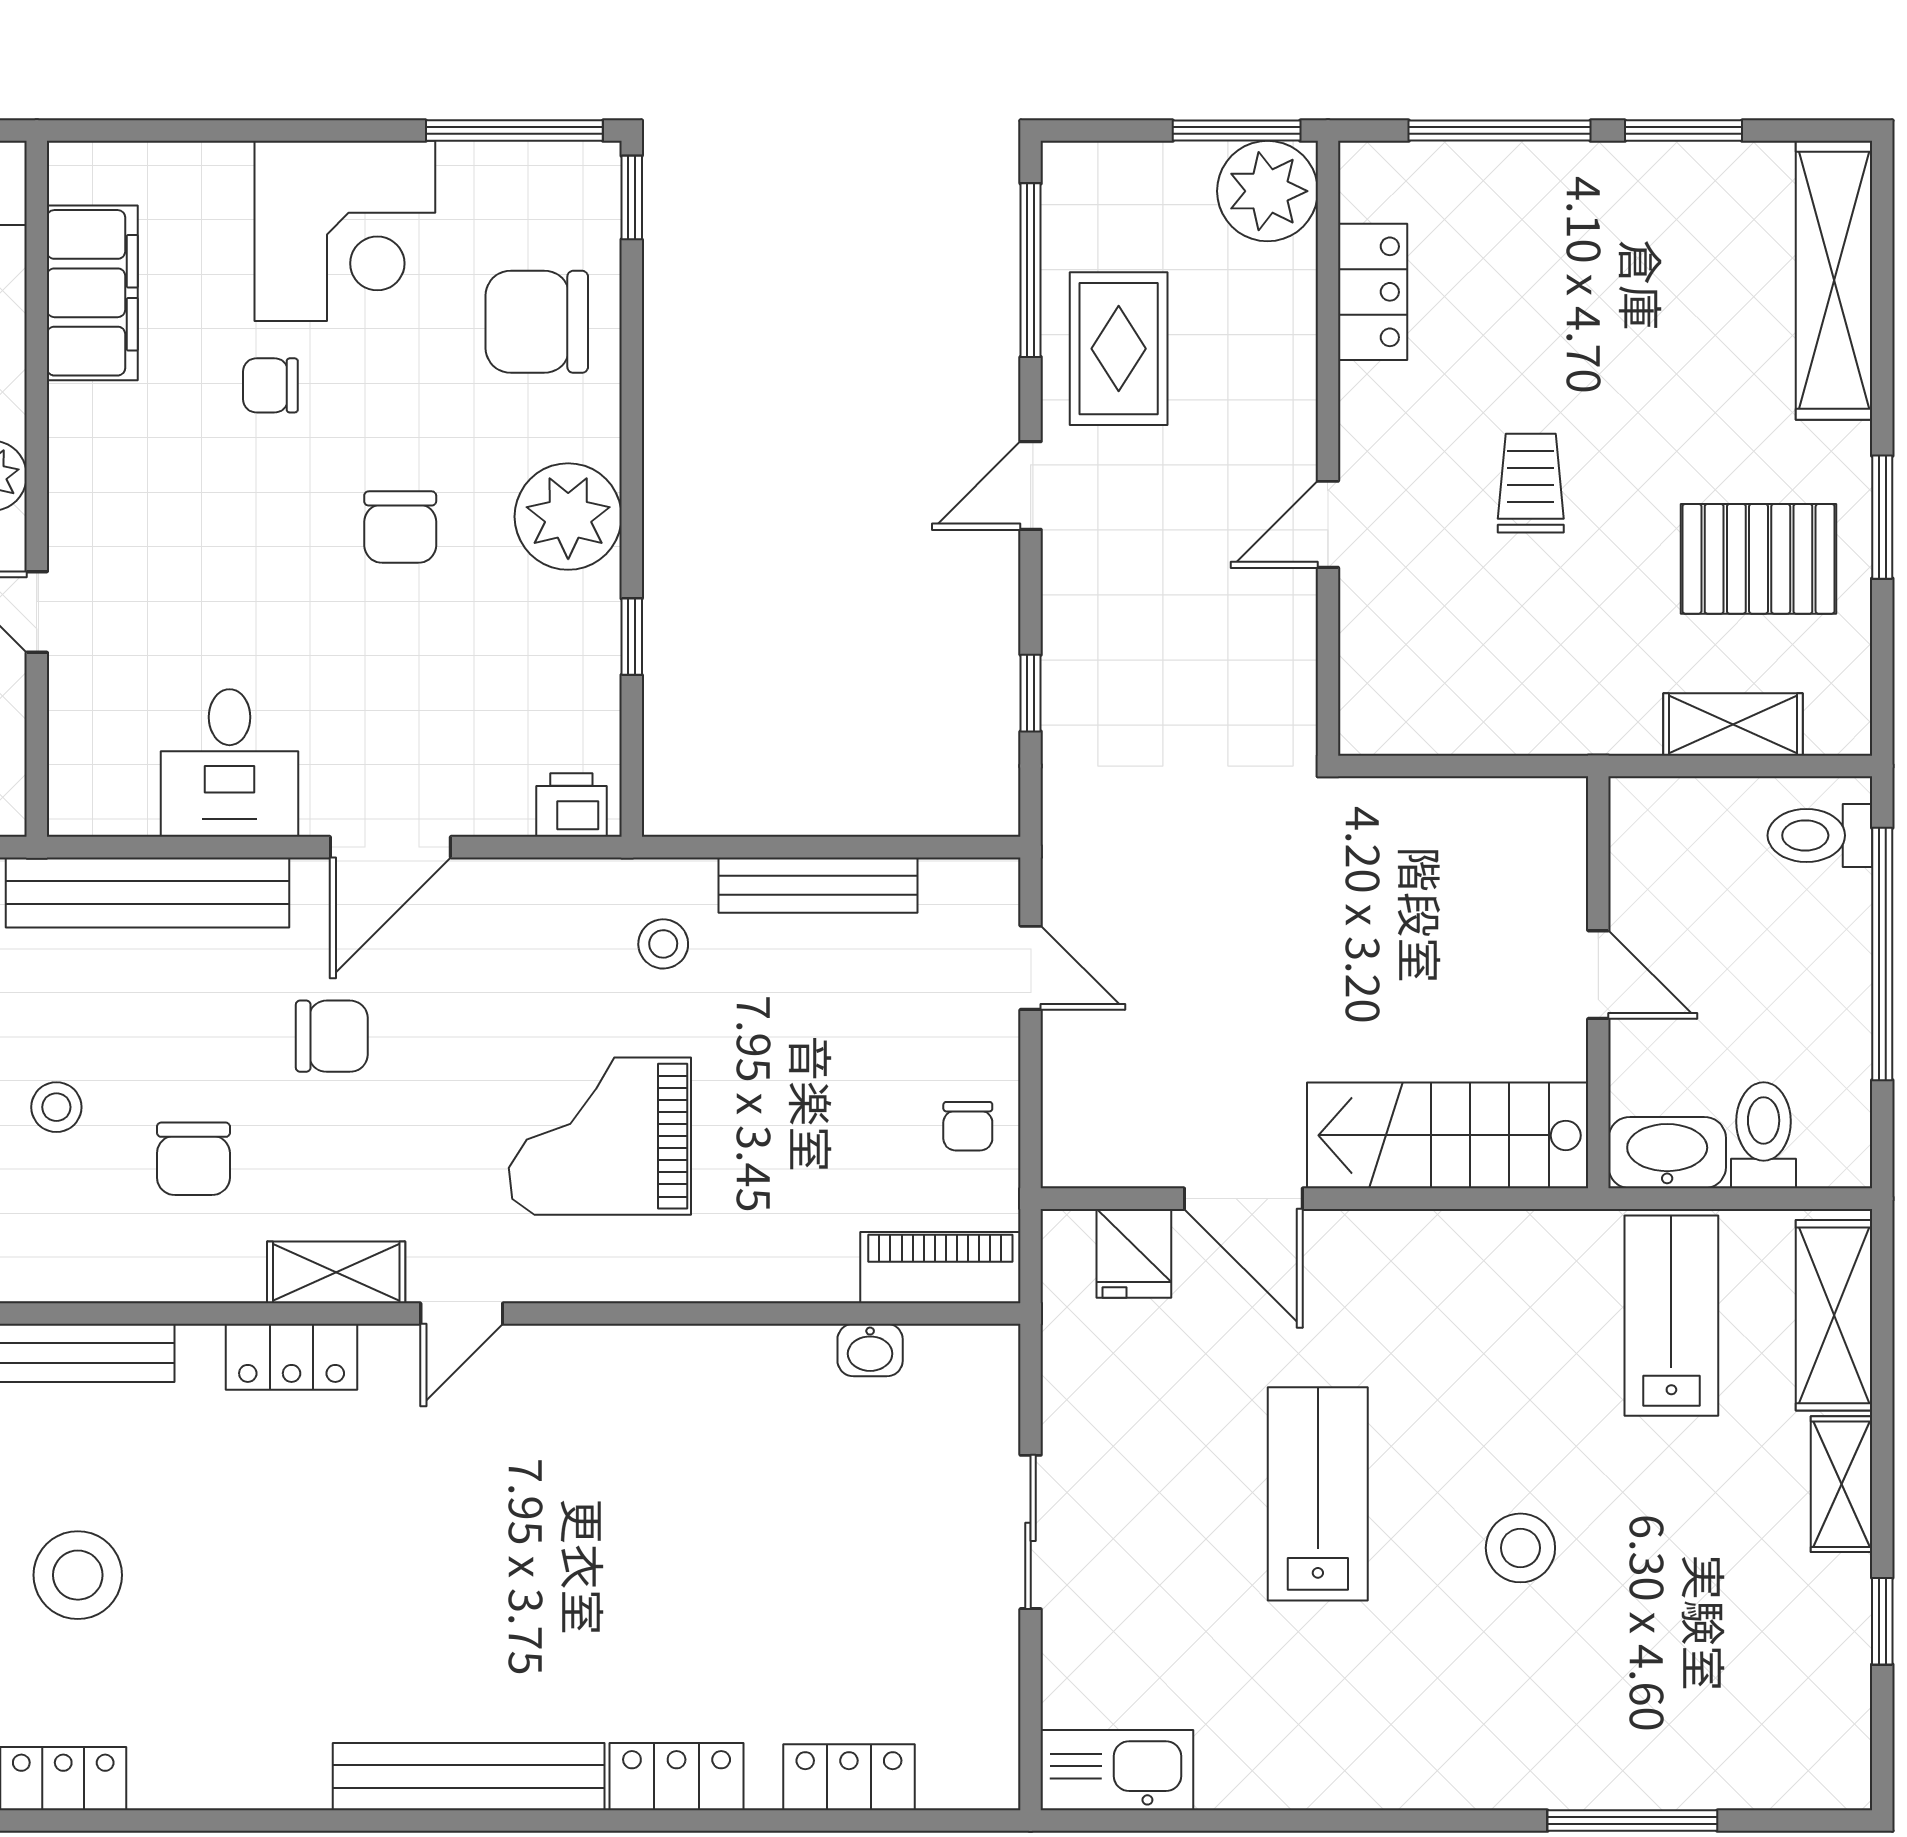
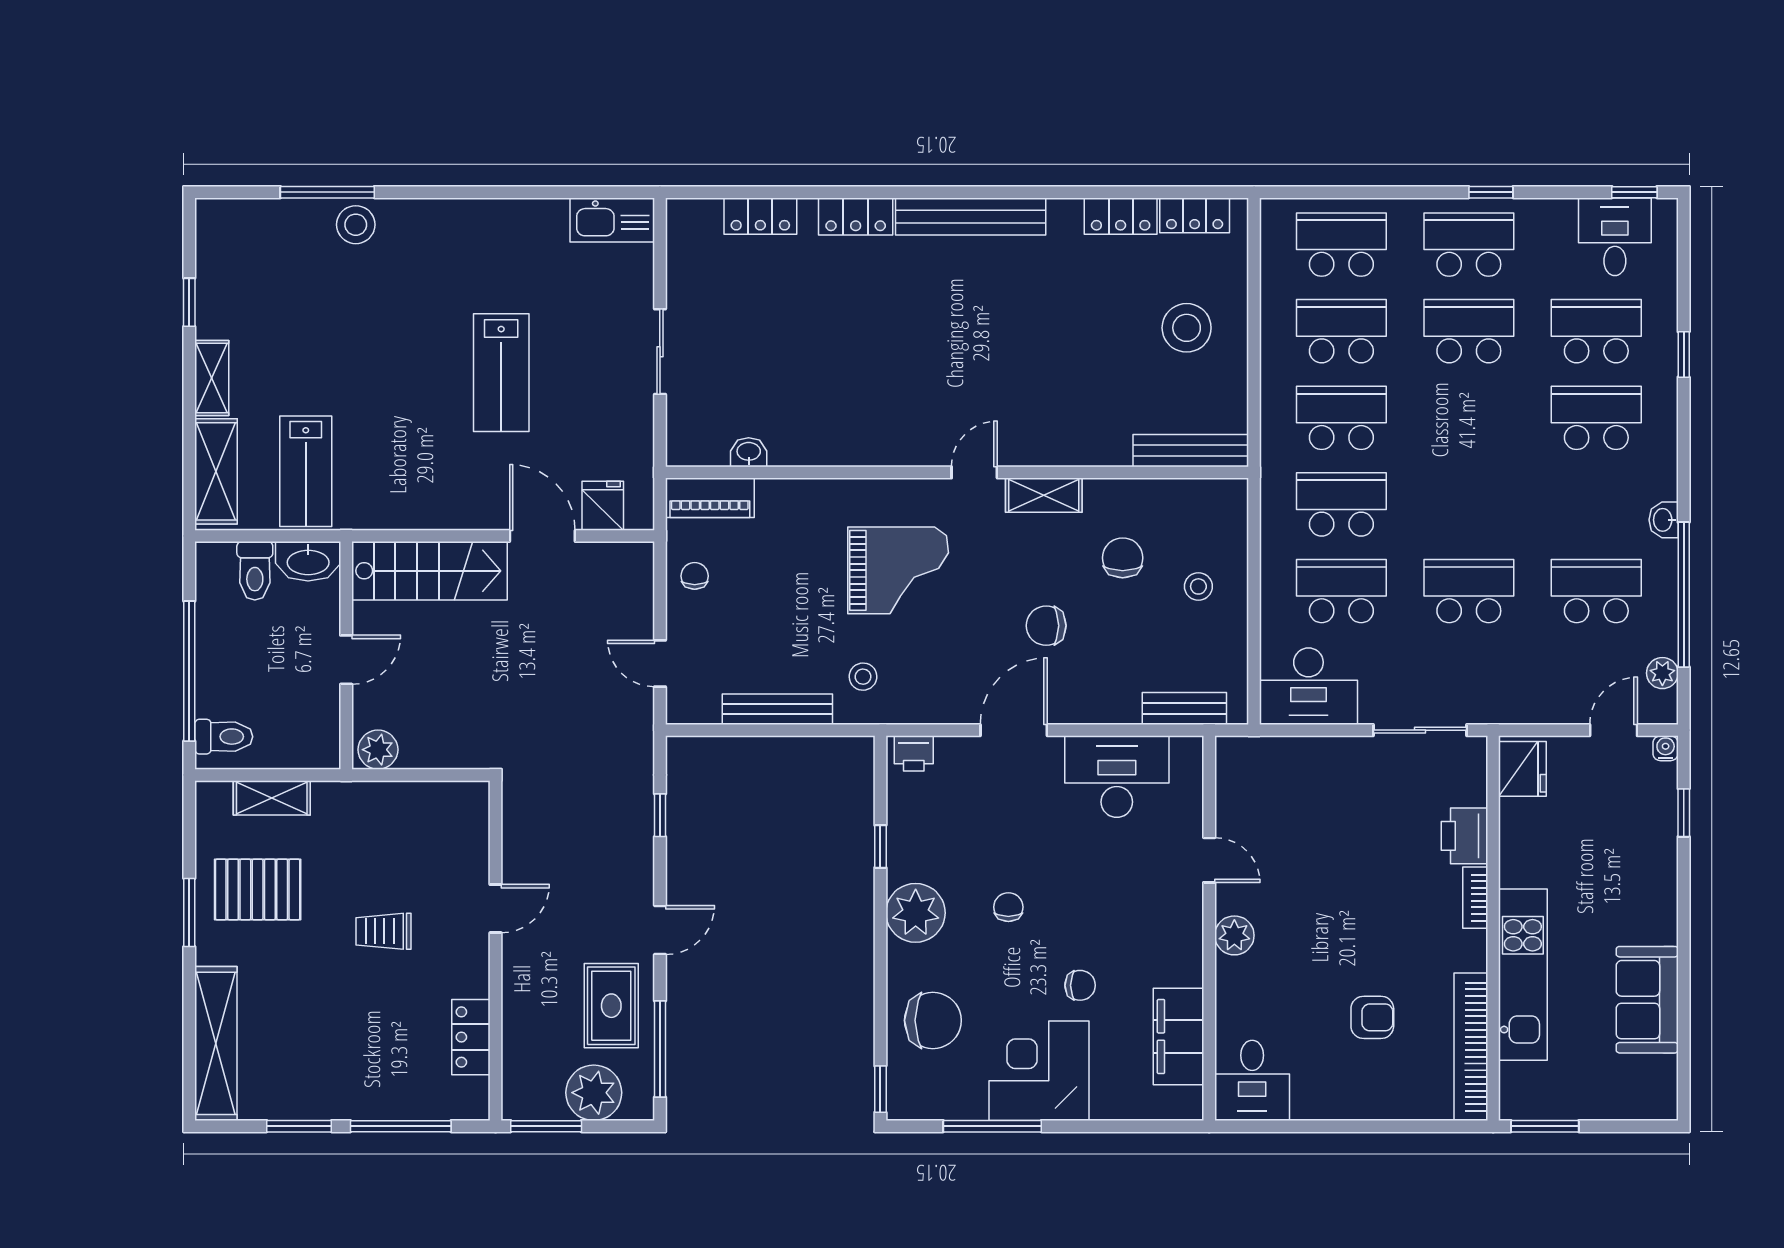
window: (514, 131) -> (992, 1126), moved
plant: (1267, 191) -> (594, 1093), moved
trolley: (1531, 483) -> (384, 931), turned 90
chair: (400, 527) -> (1008, 907), width x0.73, depth x0.73
desk: (230, 763) -> (1117, 777), width x1.37
plant: (1541, 812) -> (378, 750), added
bench: (147, 892) -> (1184, 709), width x0.54, depth x0.82
door: (1598, 975) -> (346, 660), swing flipped
locker: (292, 1357) -> (1121, 216), moved, turned 180
stool: (1520, 1548) -> (356, 225), moved

